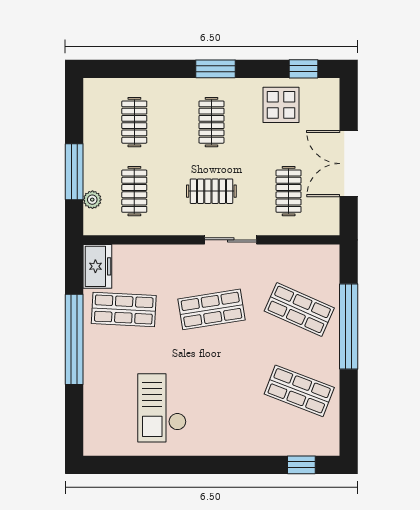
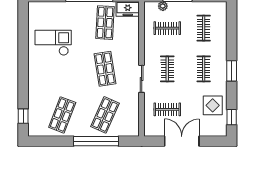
clothes rail: (134, 122) -> (204, 28), turned 90
clothes rail: (211, 122) -> (204, 69), turned 90

